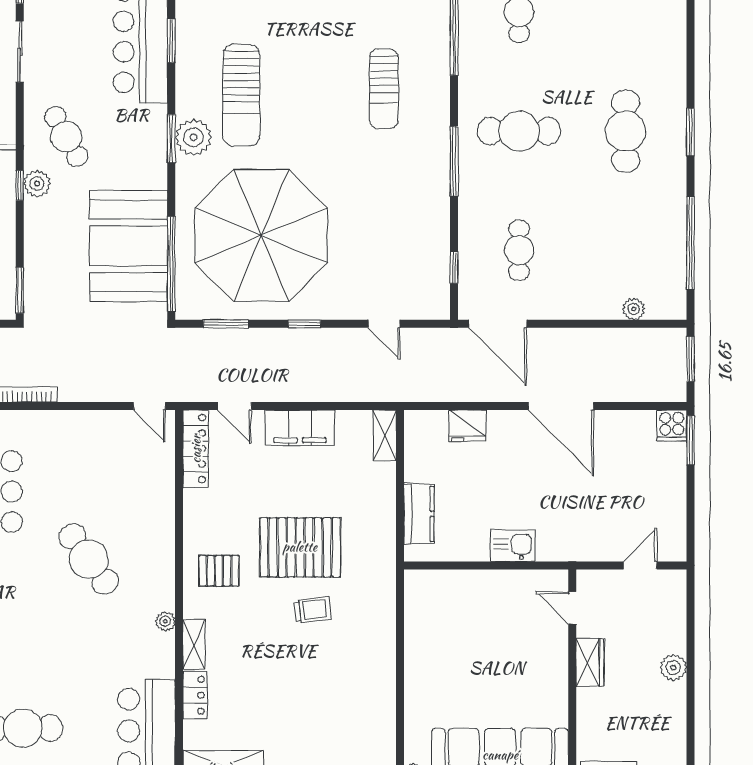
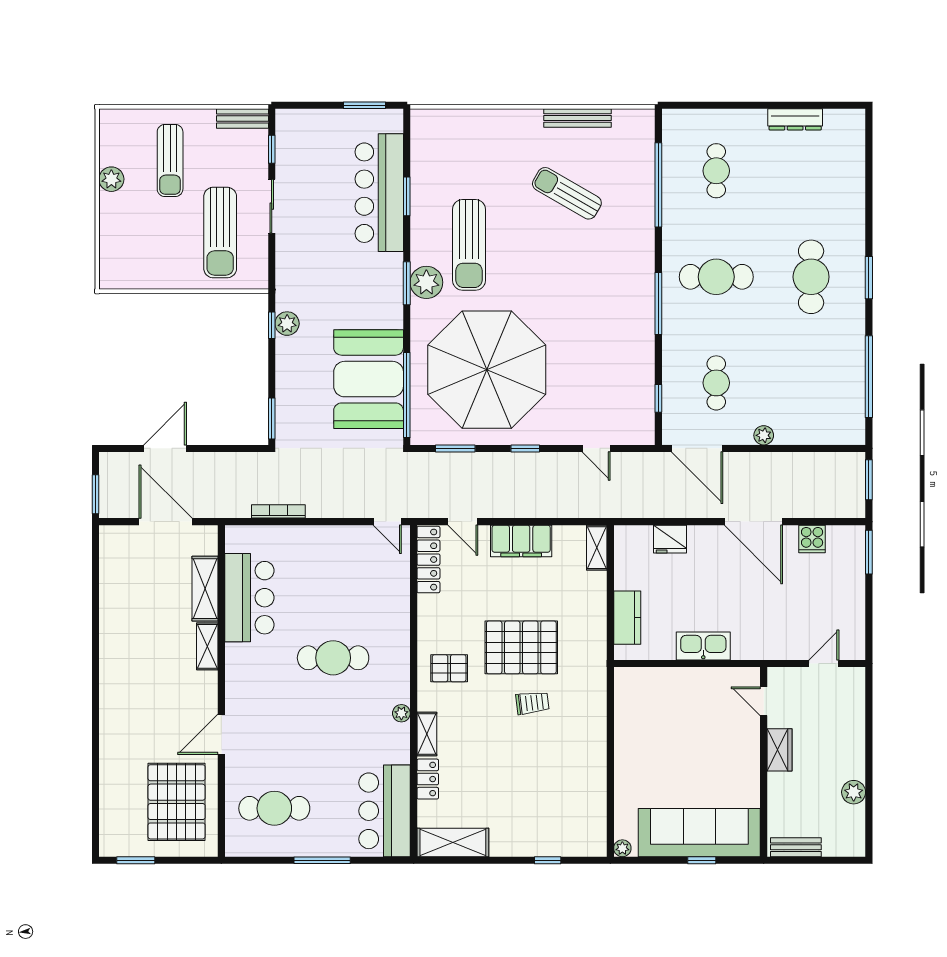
sun lounger: (384, 89) -> (567, 193), moved, turned 120
cafe table: (66, 137) -> (313, 282), removed
plant: (634, 309) -> (764, 435), moved
cooker: (672, 426) -> (812, 539), moved
kitchen sink: (513, 546) -> (703, 646), width x1.38
cafe table: (89, 559) -> (333, 658), turned -54
plant: (673, 668) -> (854, 792), moved

